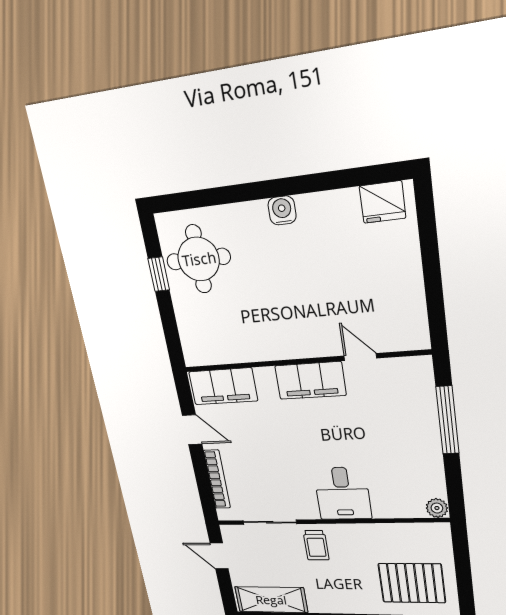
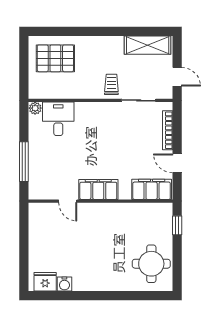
water cooler: (282, 210) -> (64, 284), moved
window: (159, 274) -> (177, 225), moved
desk: (343, 493) -> (58, 119), moved

